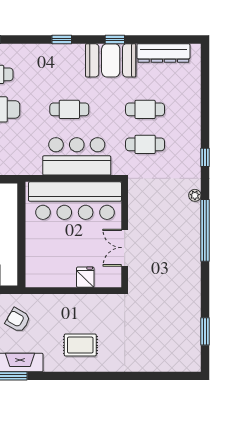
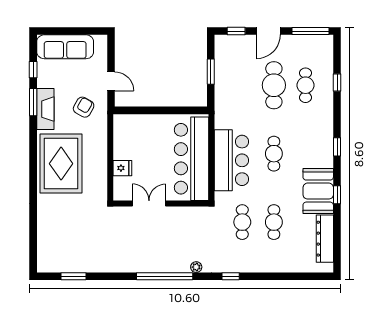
rug: (80, 345) -> (61, 164), width x1.86, depth x2.06

